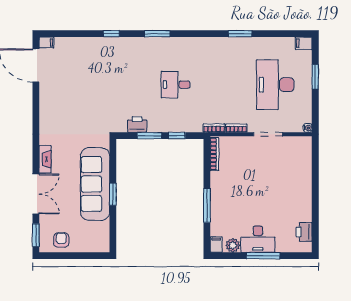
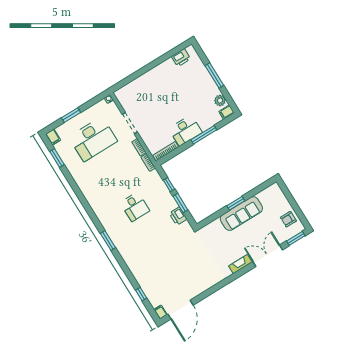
window: (111, 34) -> (141, 294), moved
window: (240, 34) -> (57, 158), moved
sofa: (95, 184) -> (241, 214), width x0.74, depth x0.79
desk: (258, 239) -> (185, 131), moved, turned 90

